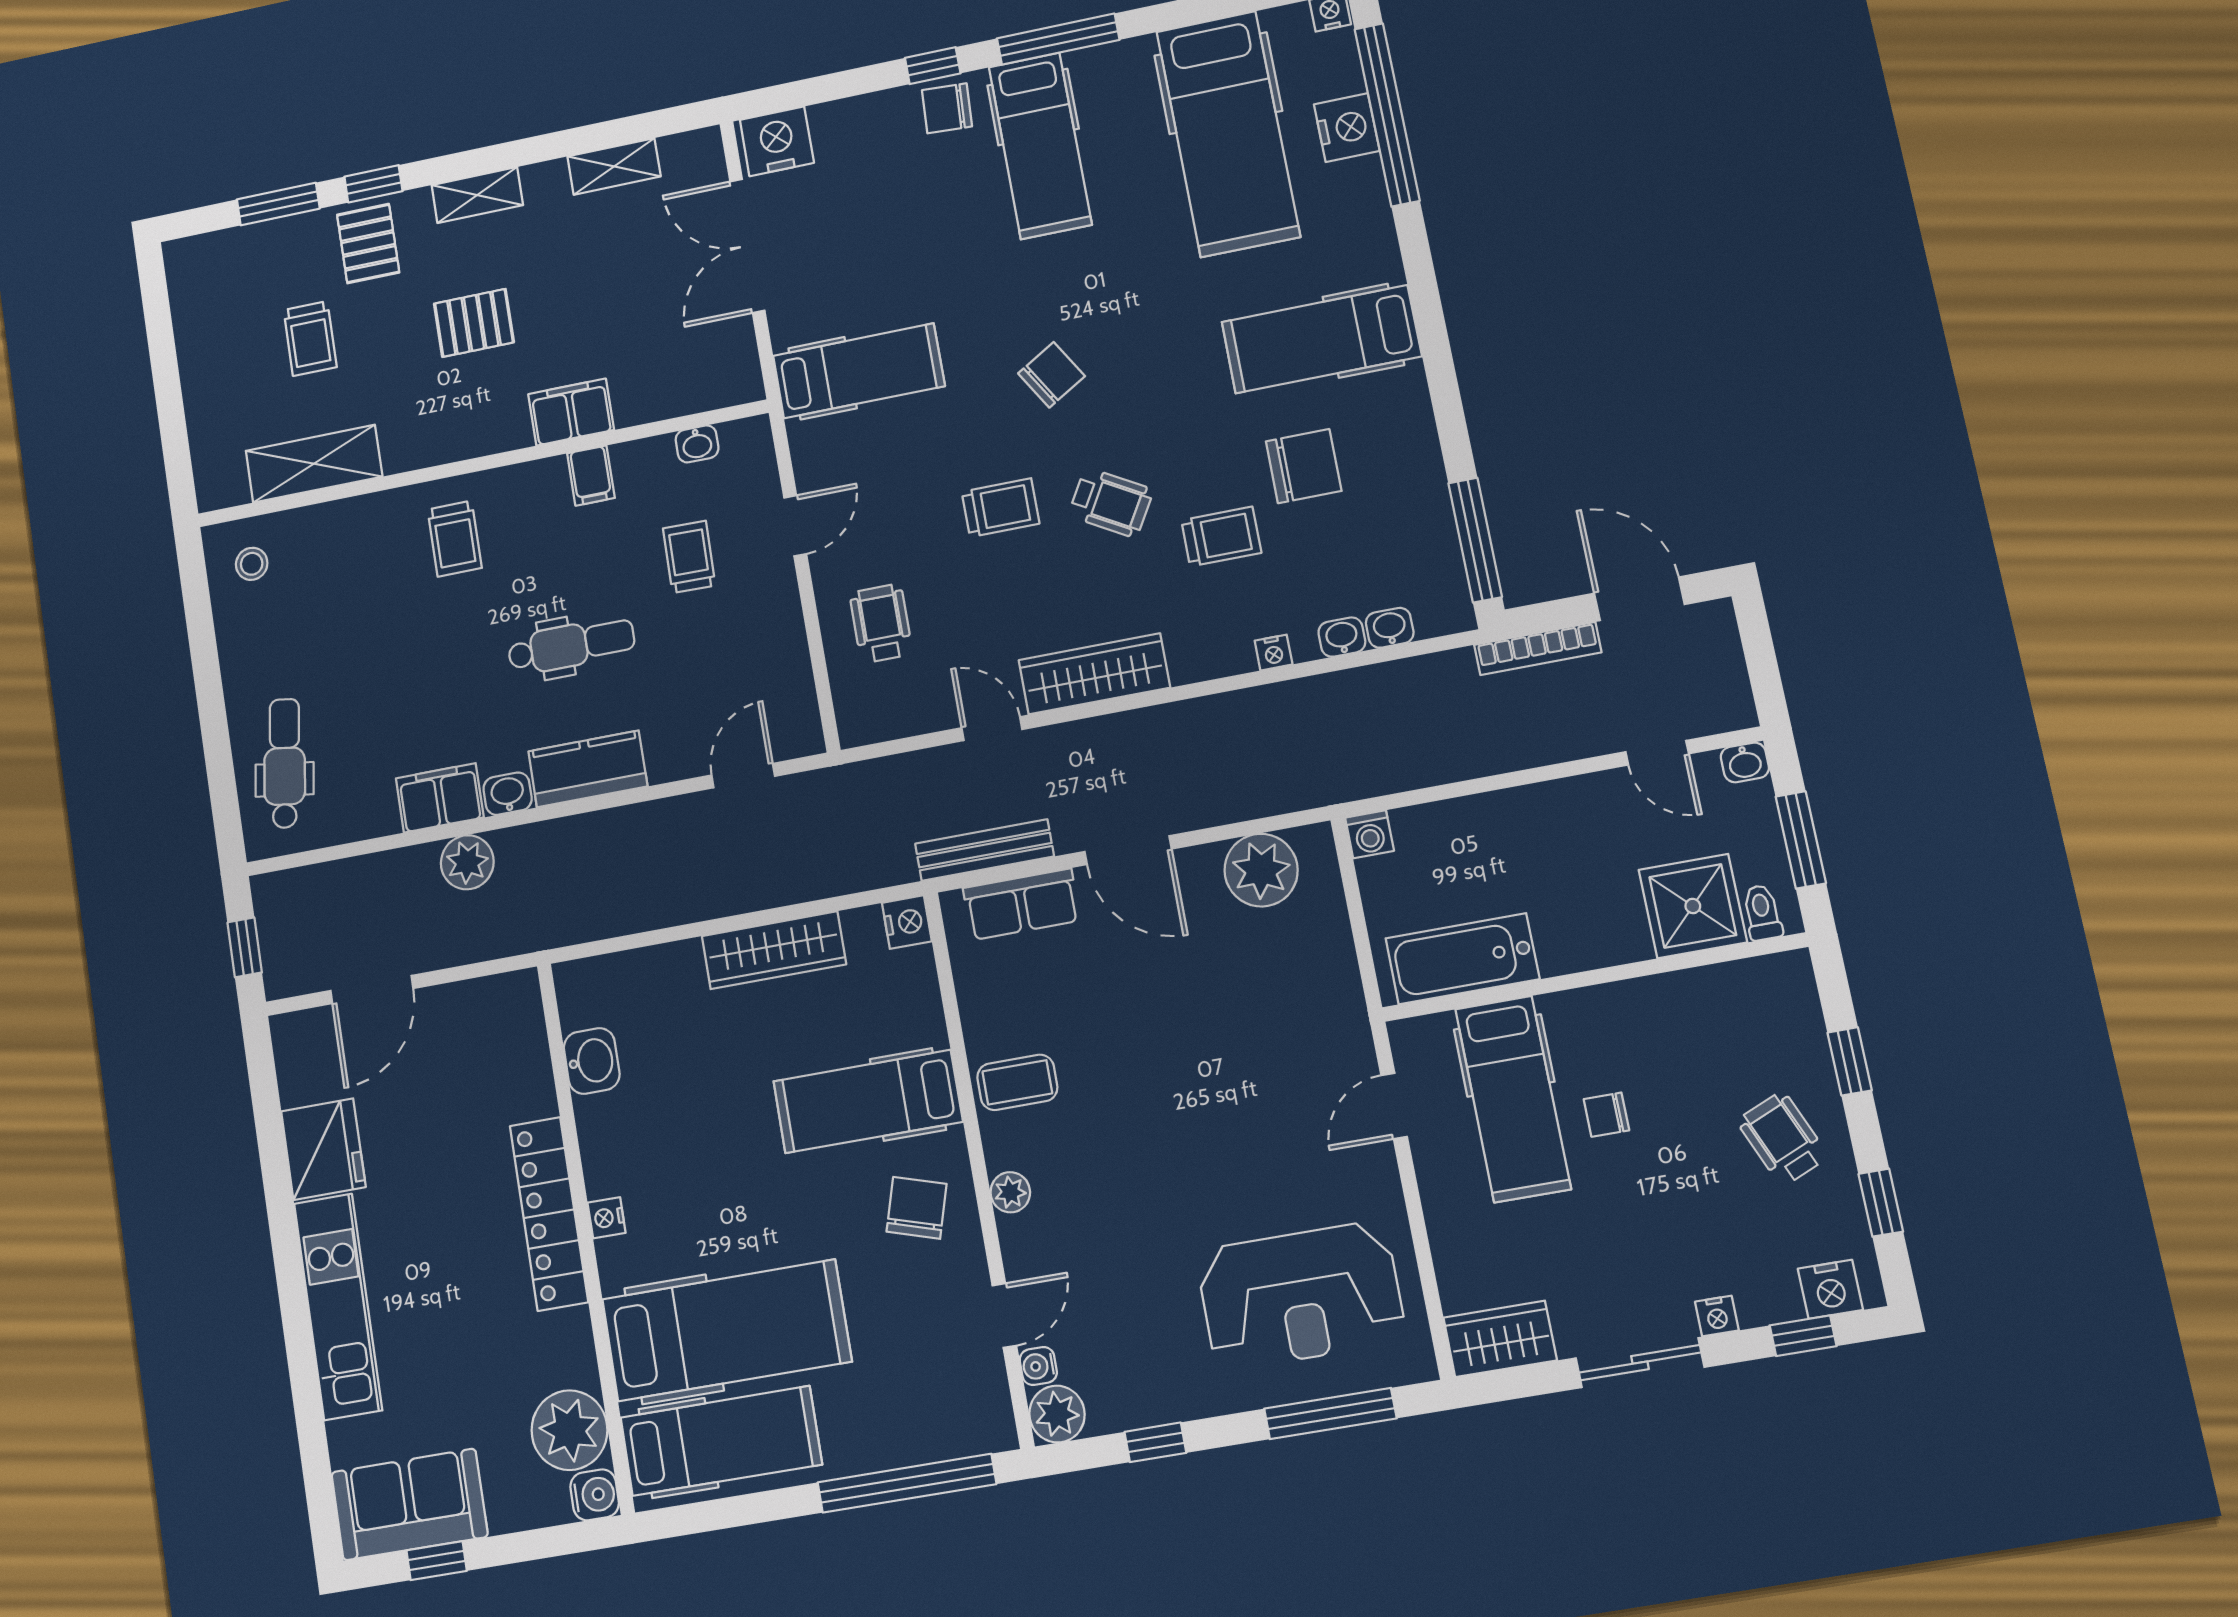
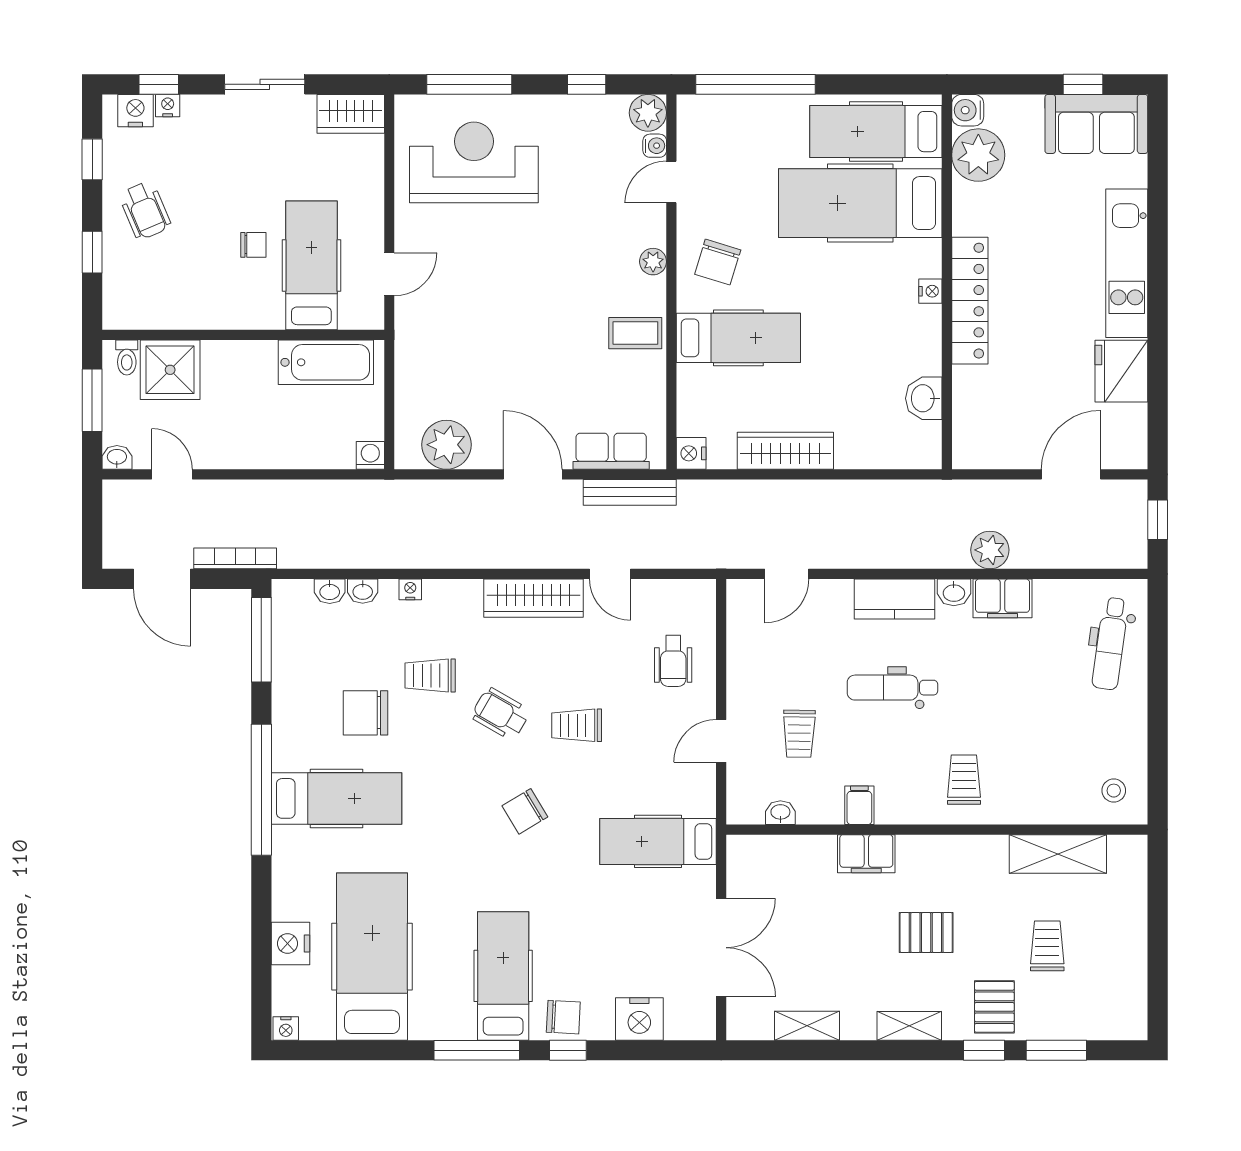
window: (1387, 115) -> (261, 790), moved
nightstand: (777, 141) -> (639, 1019), moved
nightstand: (1717, 1316) -> (168, 106), moved

